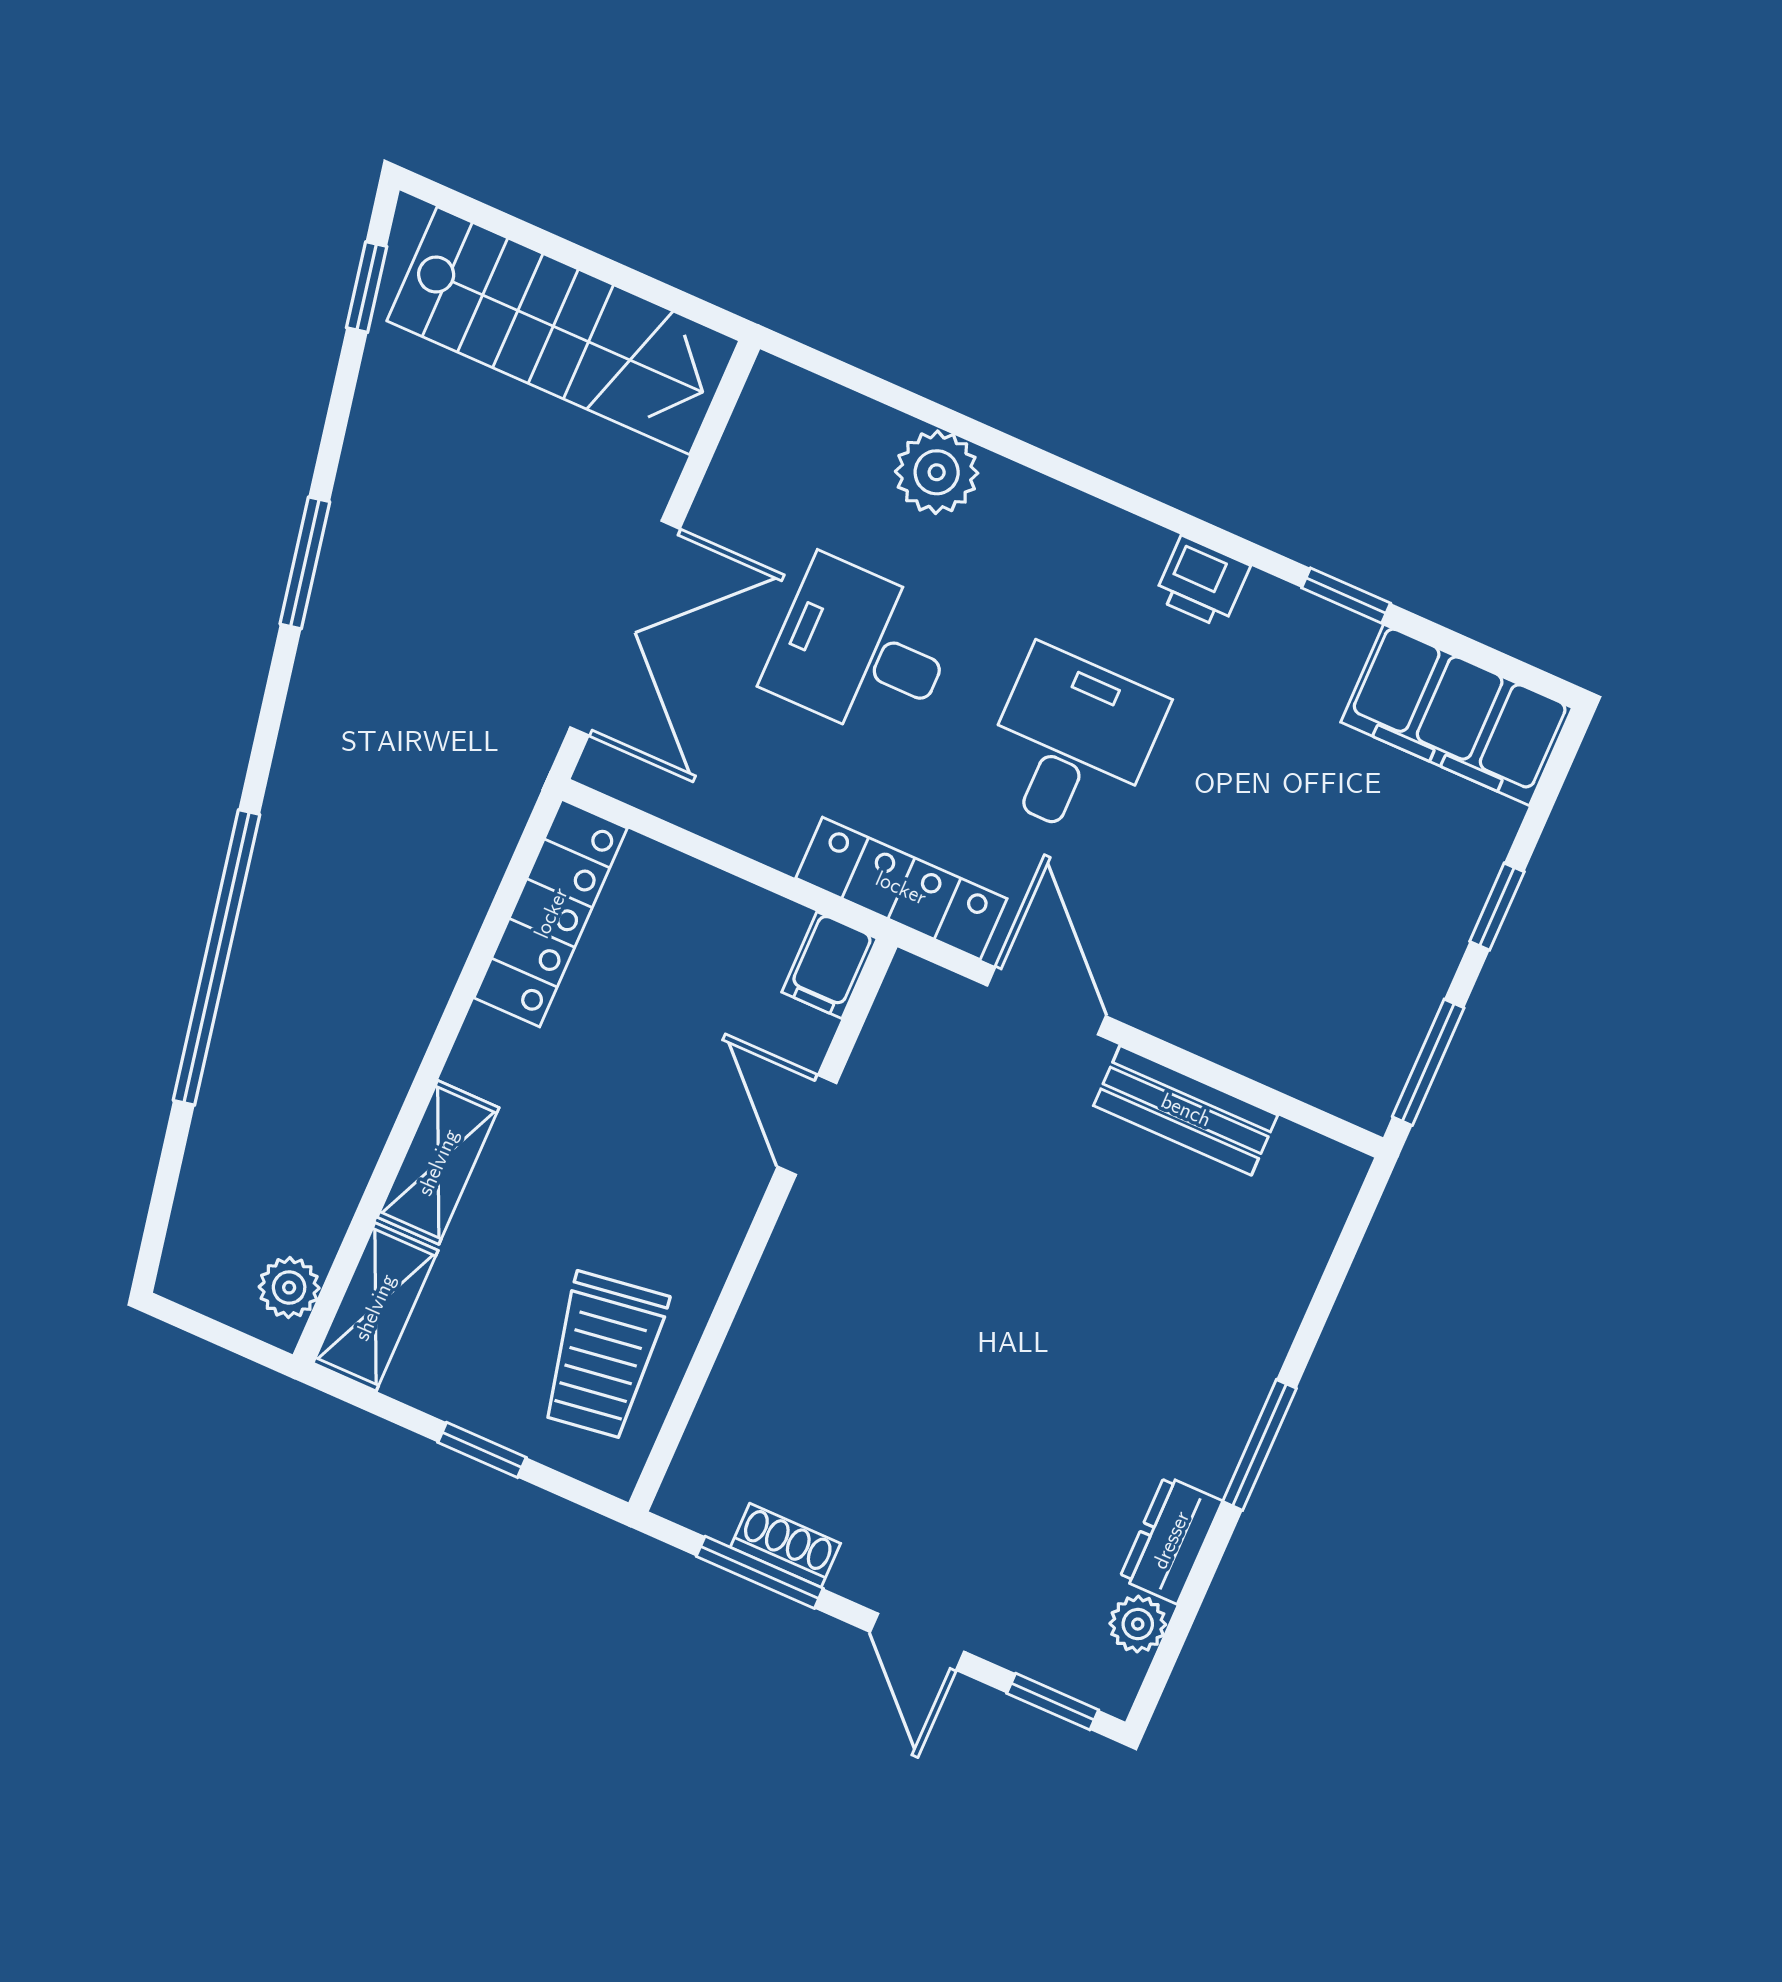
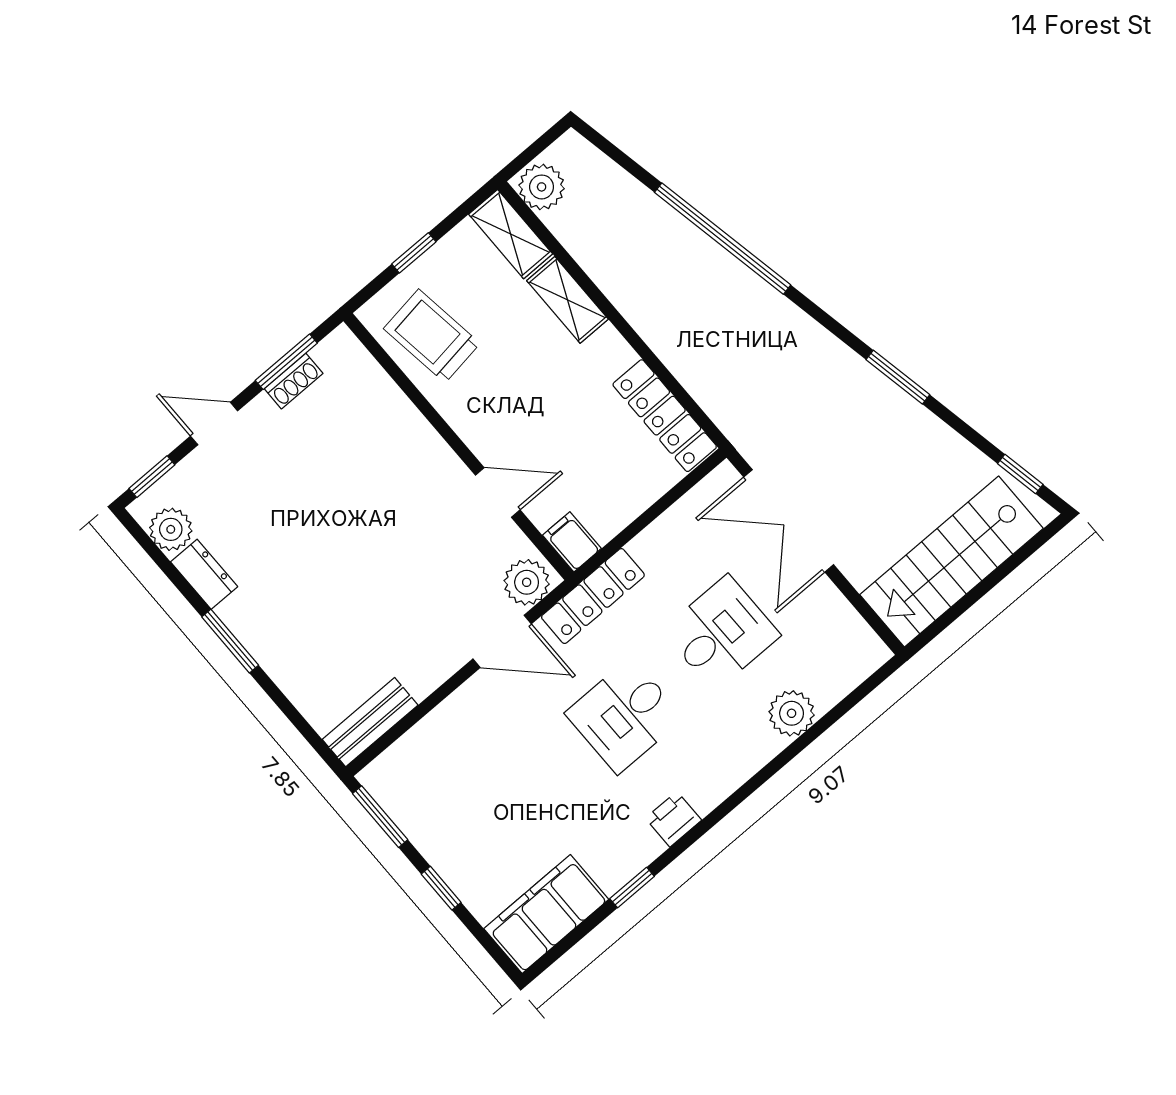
desk: (1072, 743) -> (624, 716), turned 90
plant: (931, 1007) -> (527, 582), added
bench: (1186, 1110) -> (370, 722), moved
plant: (289, 1288) -> (542, 187), width x1.38, depth x1.38
plant: (1138, 1624) -> (171, 529), width x1.38, depth x1.38

